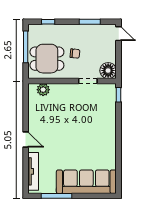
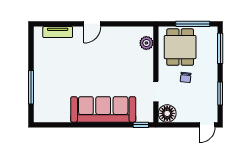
window: (48, 22) -> (220, 48), width x2.17
tv unit: (33, 171) -> (58, 32), width x0.71
sofa: (86, 182) -> (103, 109), moved, turned -90
window: (56, 196) -> (31, 87), moved

